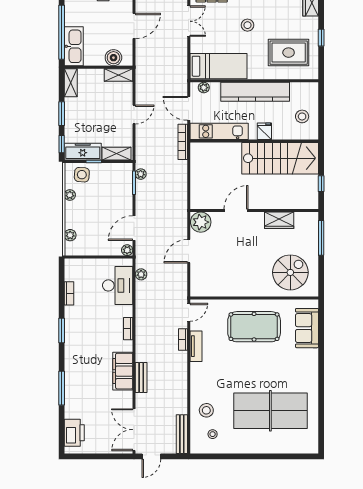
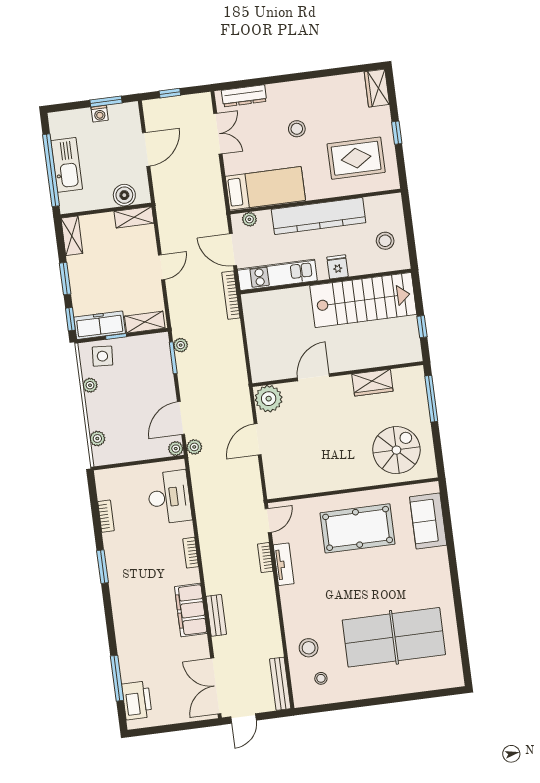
kitchen sink: (74, 46) -> (67, 165), moved
plant: (141, 274) -> (194, 447), moved
window: (62, 388) -> (117, 678), moved

